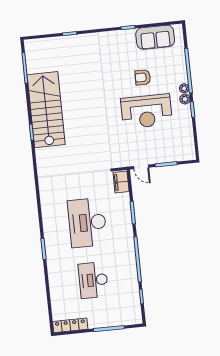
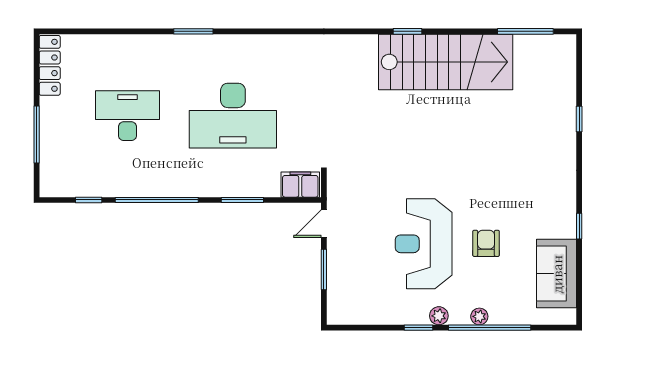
plant: (184, 88) -> (479, 316), moved
desk: (87, 223) -> (233, 116), turned 180

